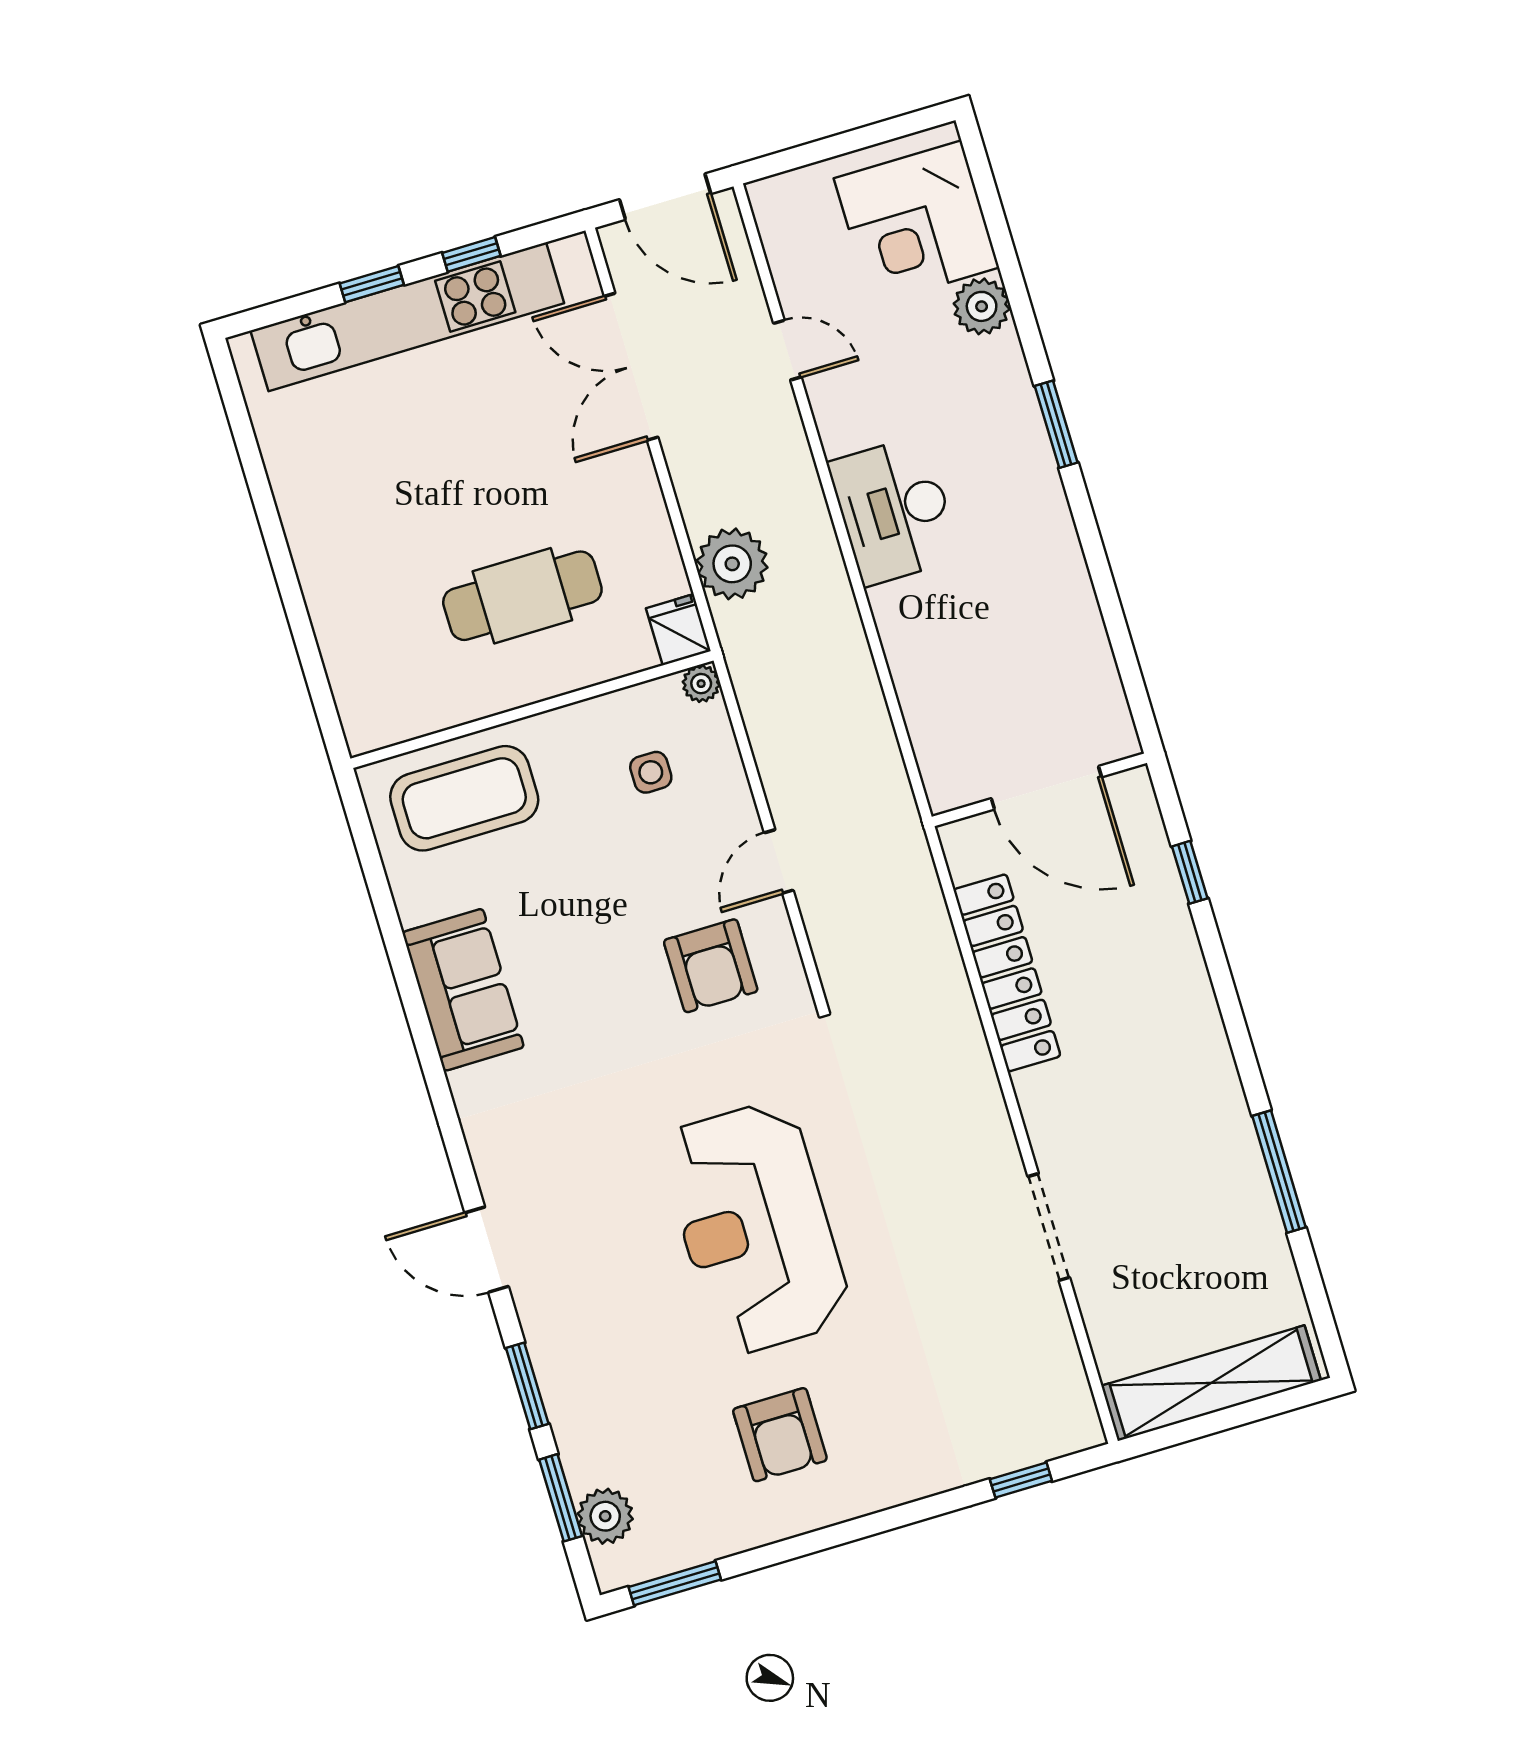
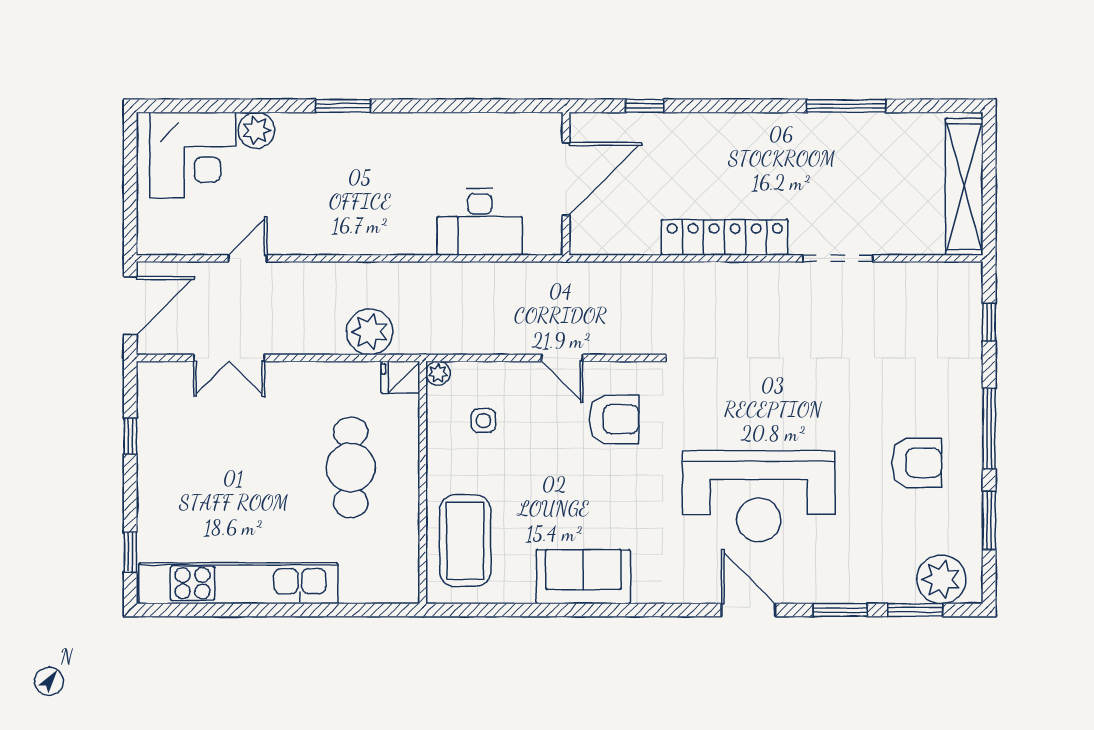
window: (372, 284) -> (130, 552), moved
kitchen unit: (407, 317) -> (238, 583), moved, turned -90
double door: (631, 367) -> (229, 358), width x0.73
desk: (894, 510) -> (480, 222), moved
locker: (1007, 973) -> (725, 237), moved
reception desk: (755, 1228) -> (759, 496), moved
door: (487, 1250) -> (748, 610), swing flipped
plant: (605, 1516) -> (941, 579), width x1.36, depth x1.36
window: (863, 1527) -> (989, 428), added
window: (675, 1583) -> (989, 520), moved

